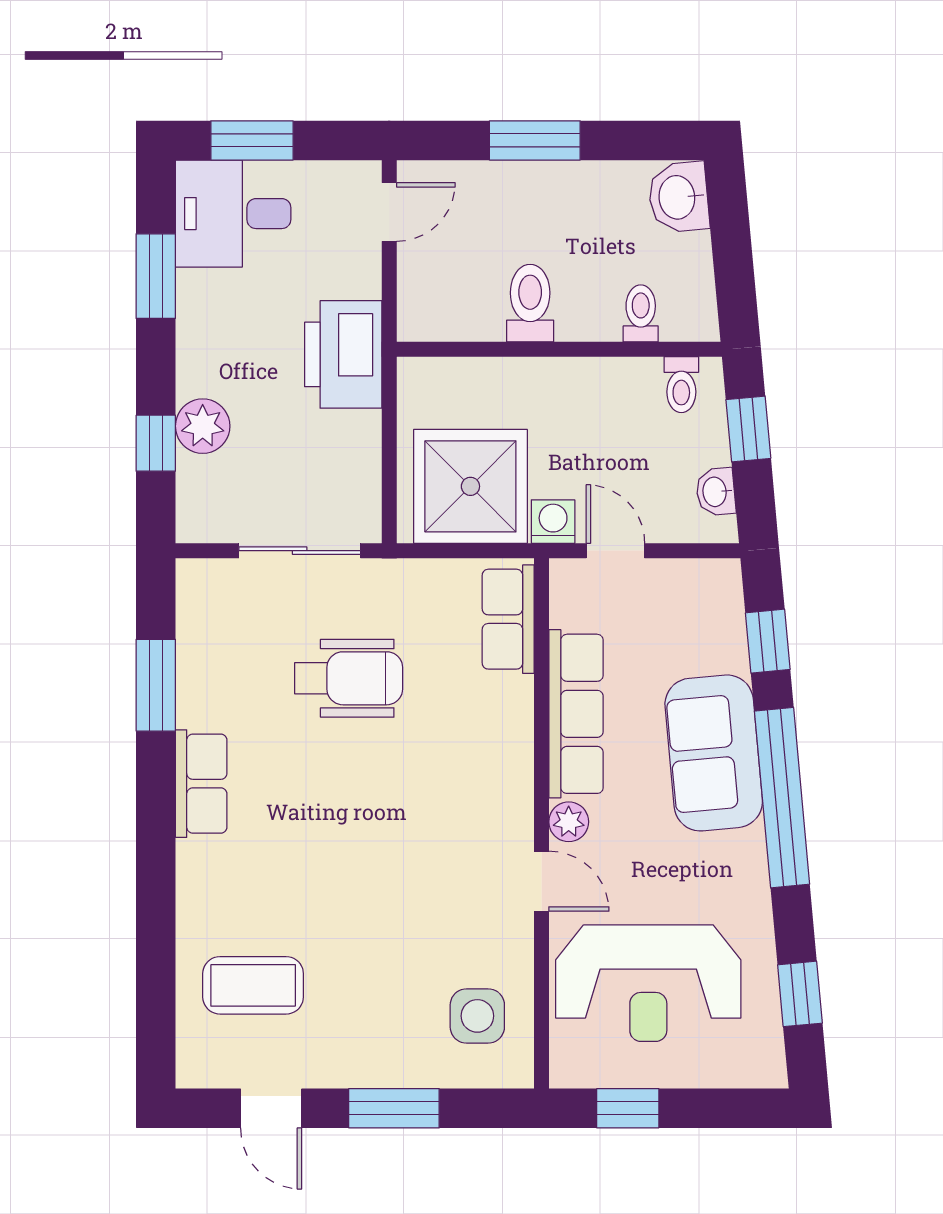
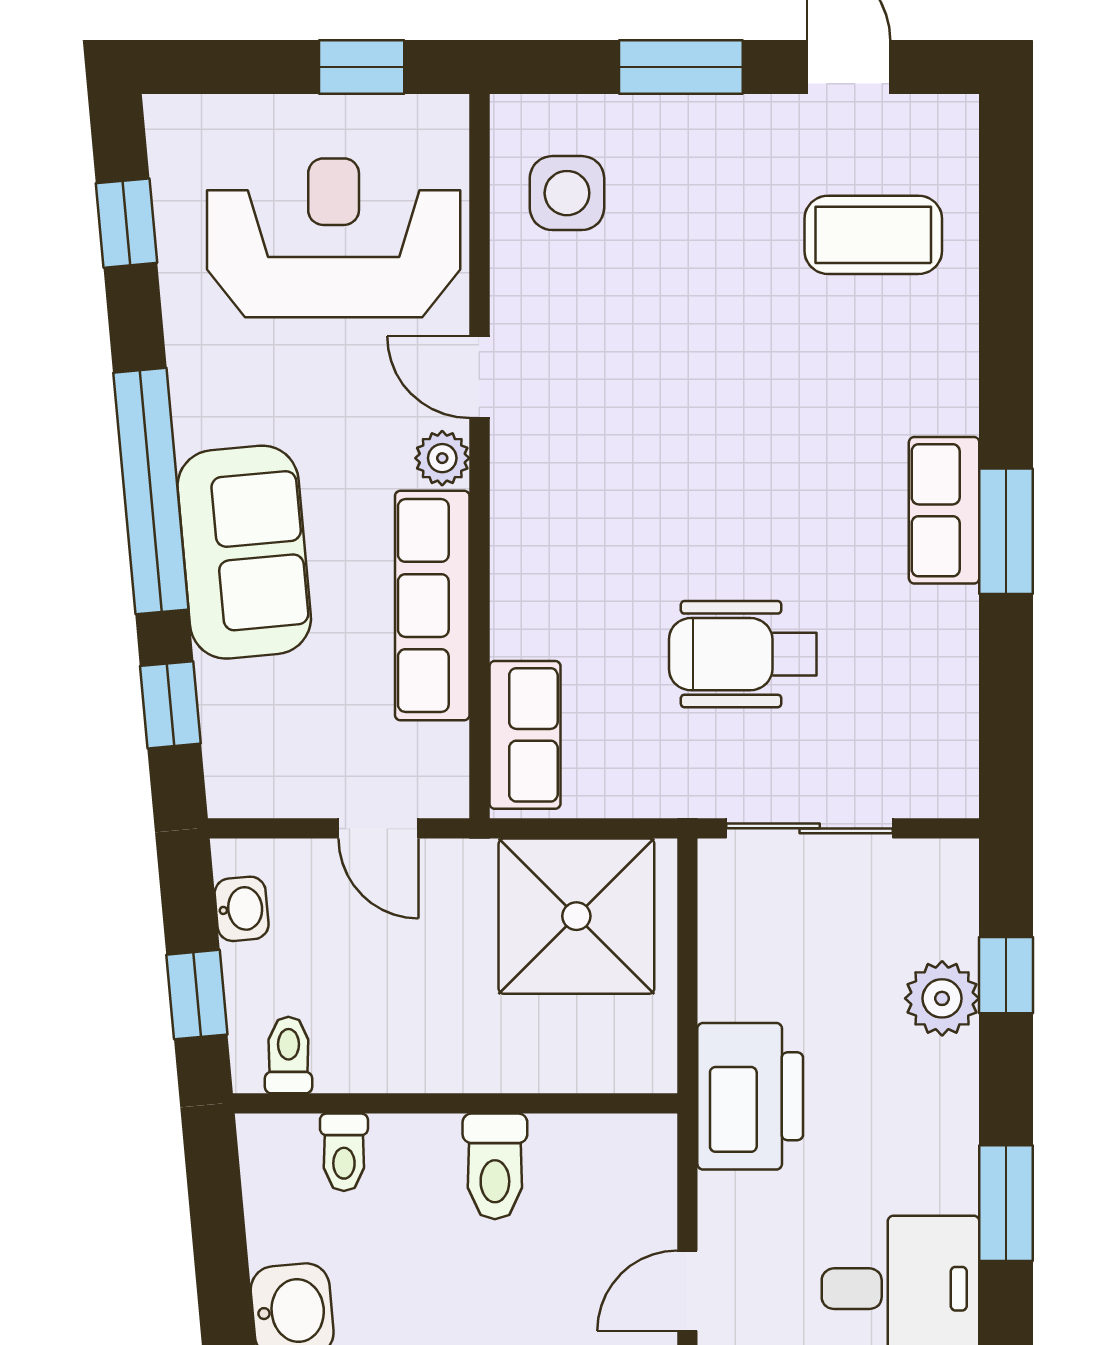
washing machine: (553, 522) -> (464, 868), removed
window: (156, 685) -> (1006, 531), moved

